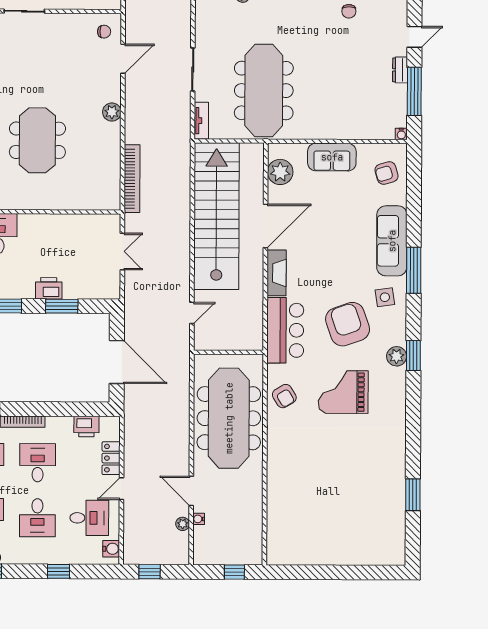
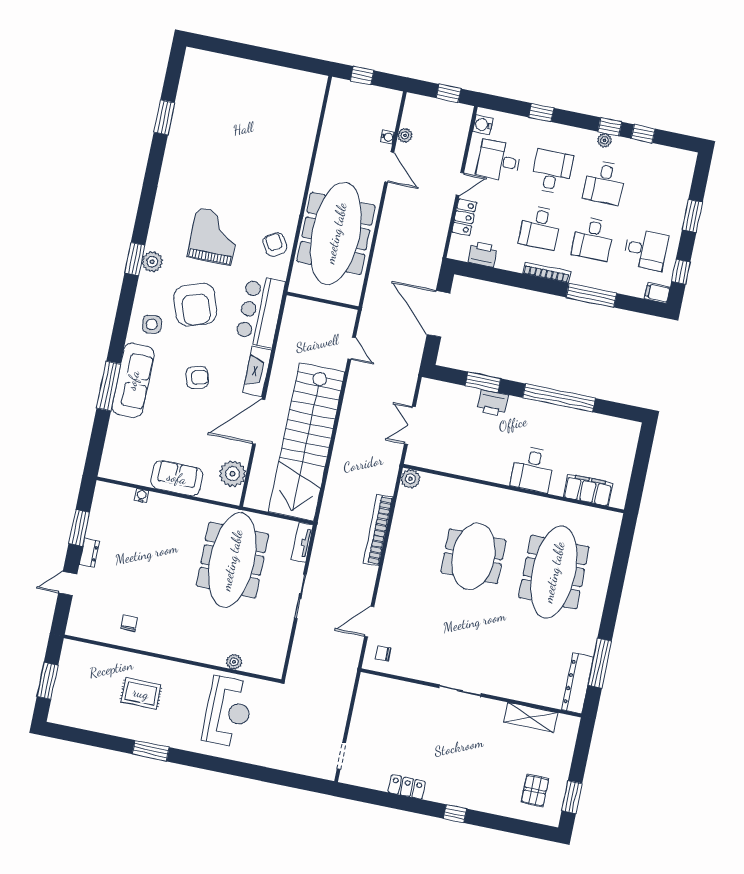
window: (414, 91) -> (79, 528), width x0.69
plant: (112, 112) -> (410, 479), moved
water cooler: (401, 134) -> (142, 496), moved
armchair: (387, 173) -> (197, 377), moved
bookcase: (132, 179) -> (378, 530), moved
window: (414, 270) -> (109, 386), moved
door: (192, 313) -> (352, 348), swing flipped
grand piano: (343, 392) -> (214, 236), turned -90

